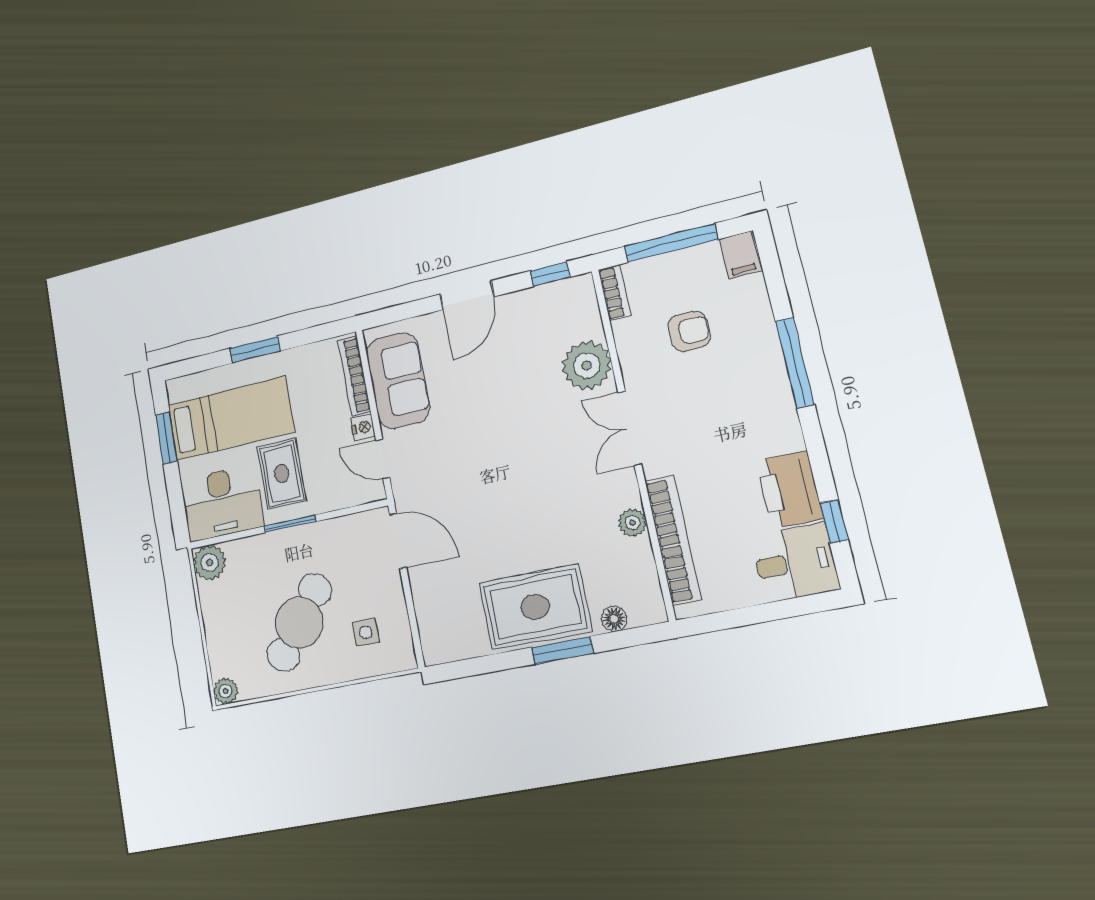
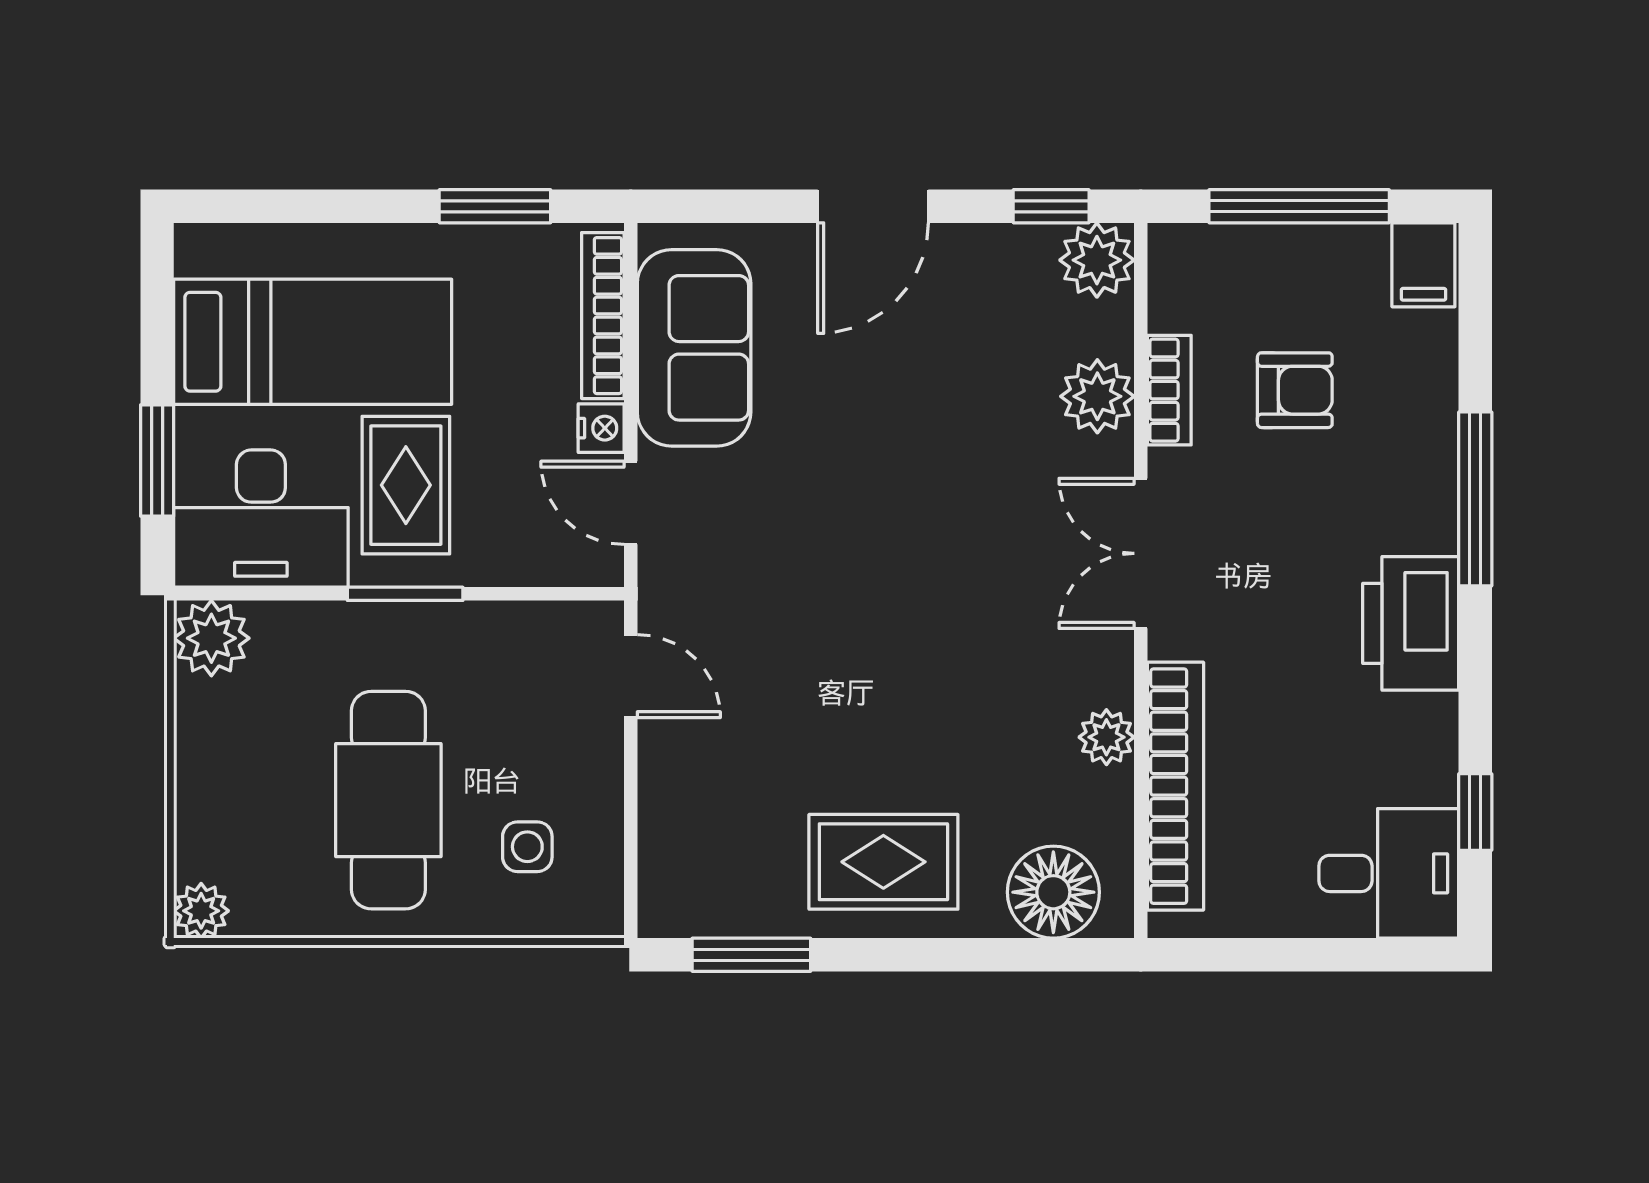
plant: (578, 293) -> (1097, 260), added
bookcase: (614, 293) -> (1169, 390), moved
window: (255, 350) -> (495, 206), moved
plant: (587, 365) -> (1097, 396), width x0.73, depth x0.73
window: (166, 438) -> (157, 460), moved
printer: (790, 490) -> (1411, 623), moved
door: (398, 541) -> (631, 676), width x0.73
rug: (535, 607) -> (883, 862), width x0.73, depth x0.70
floor lamp: (614, 619) -> (1053, 892), width x1.89, depth x1.89
cafe table: (299, 622) -> (388, 800), turned -38
window: (563, 650) -> (751, 955), moved

